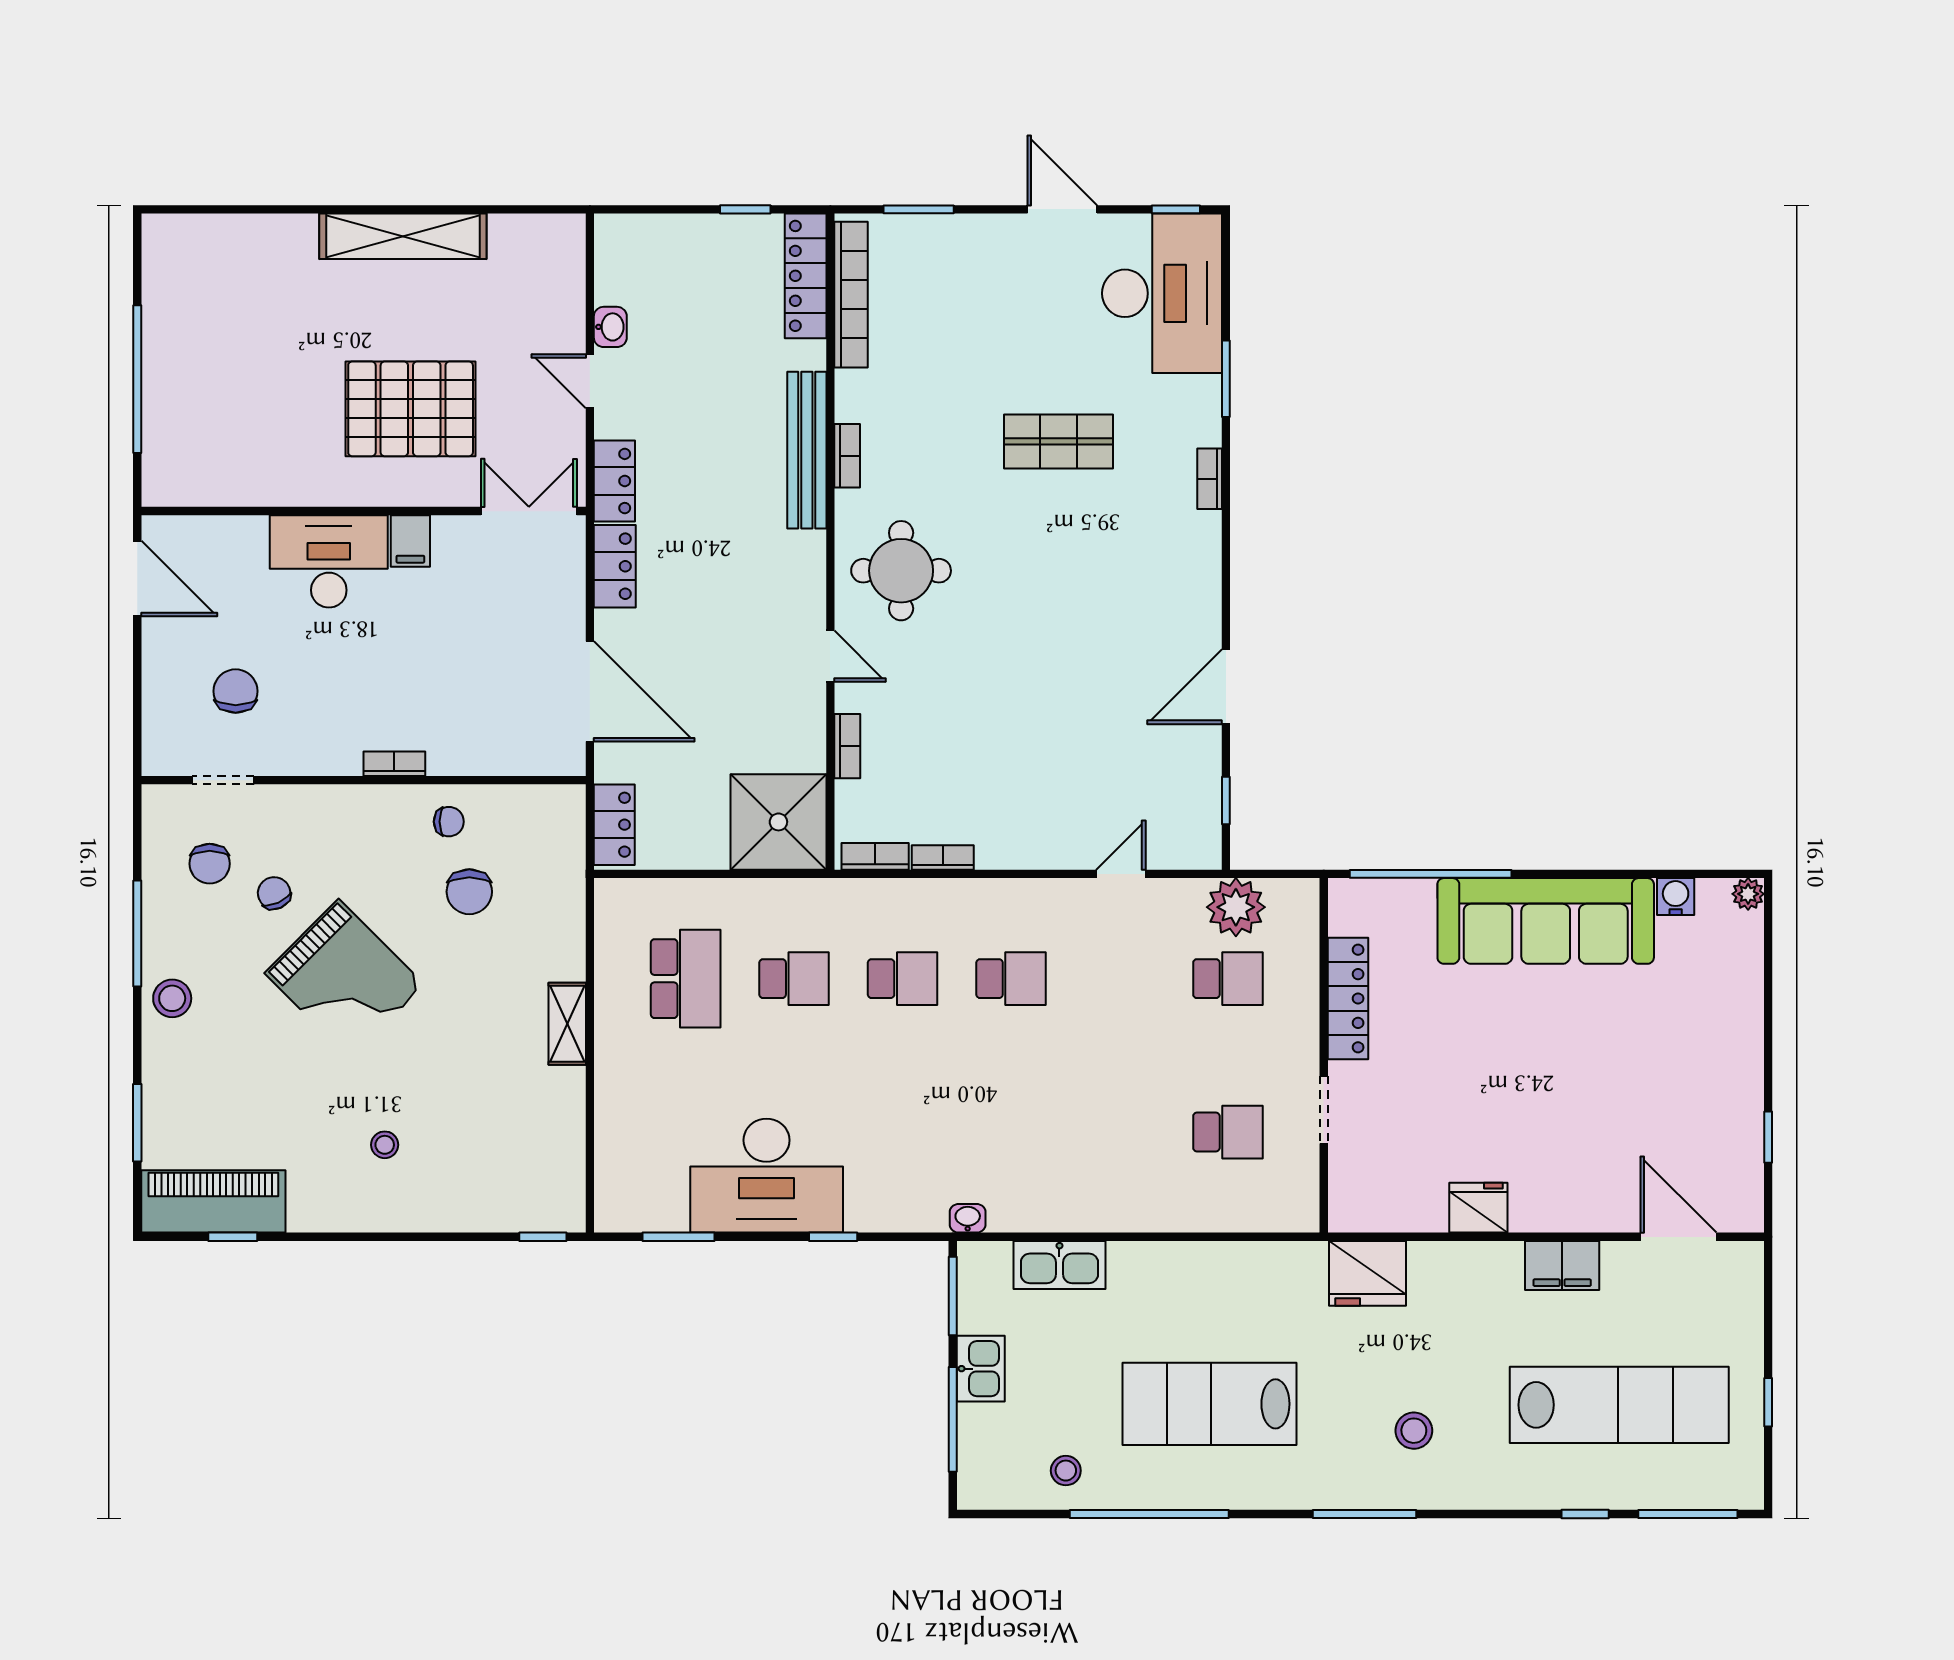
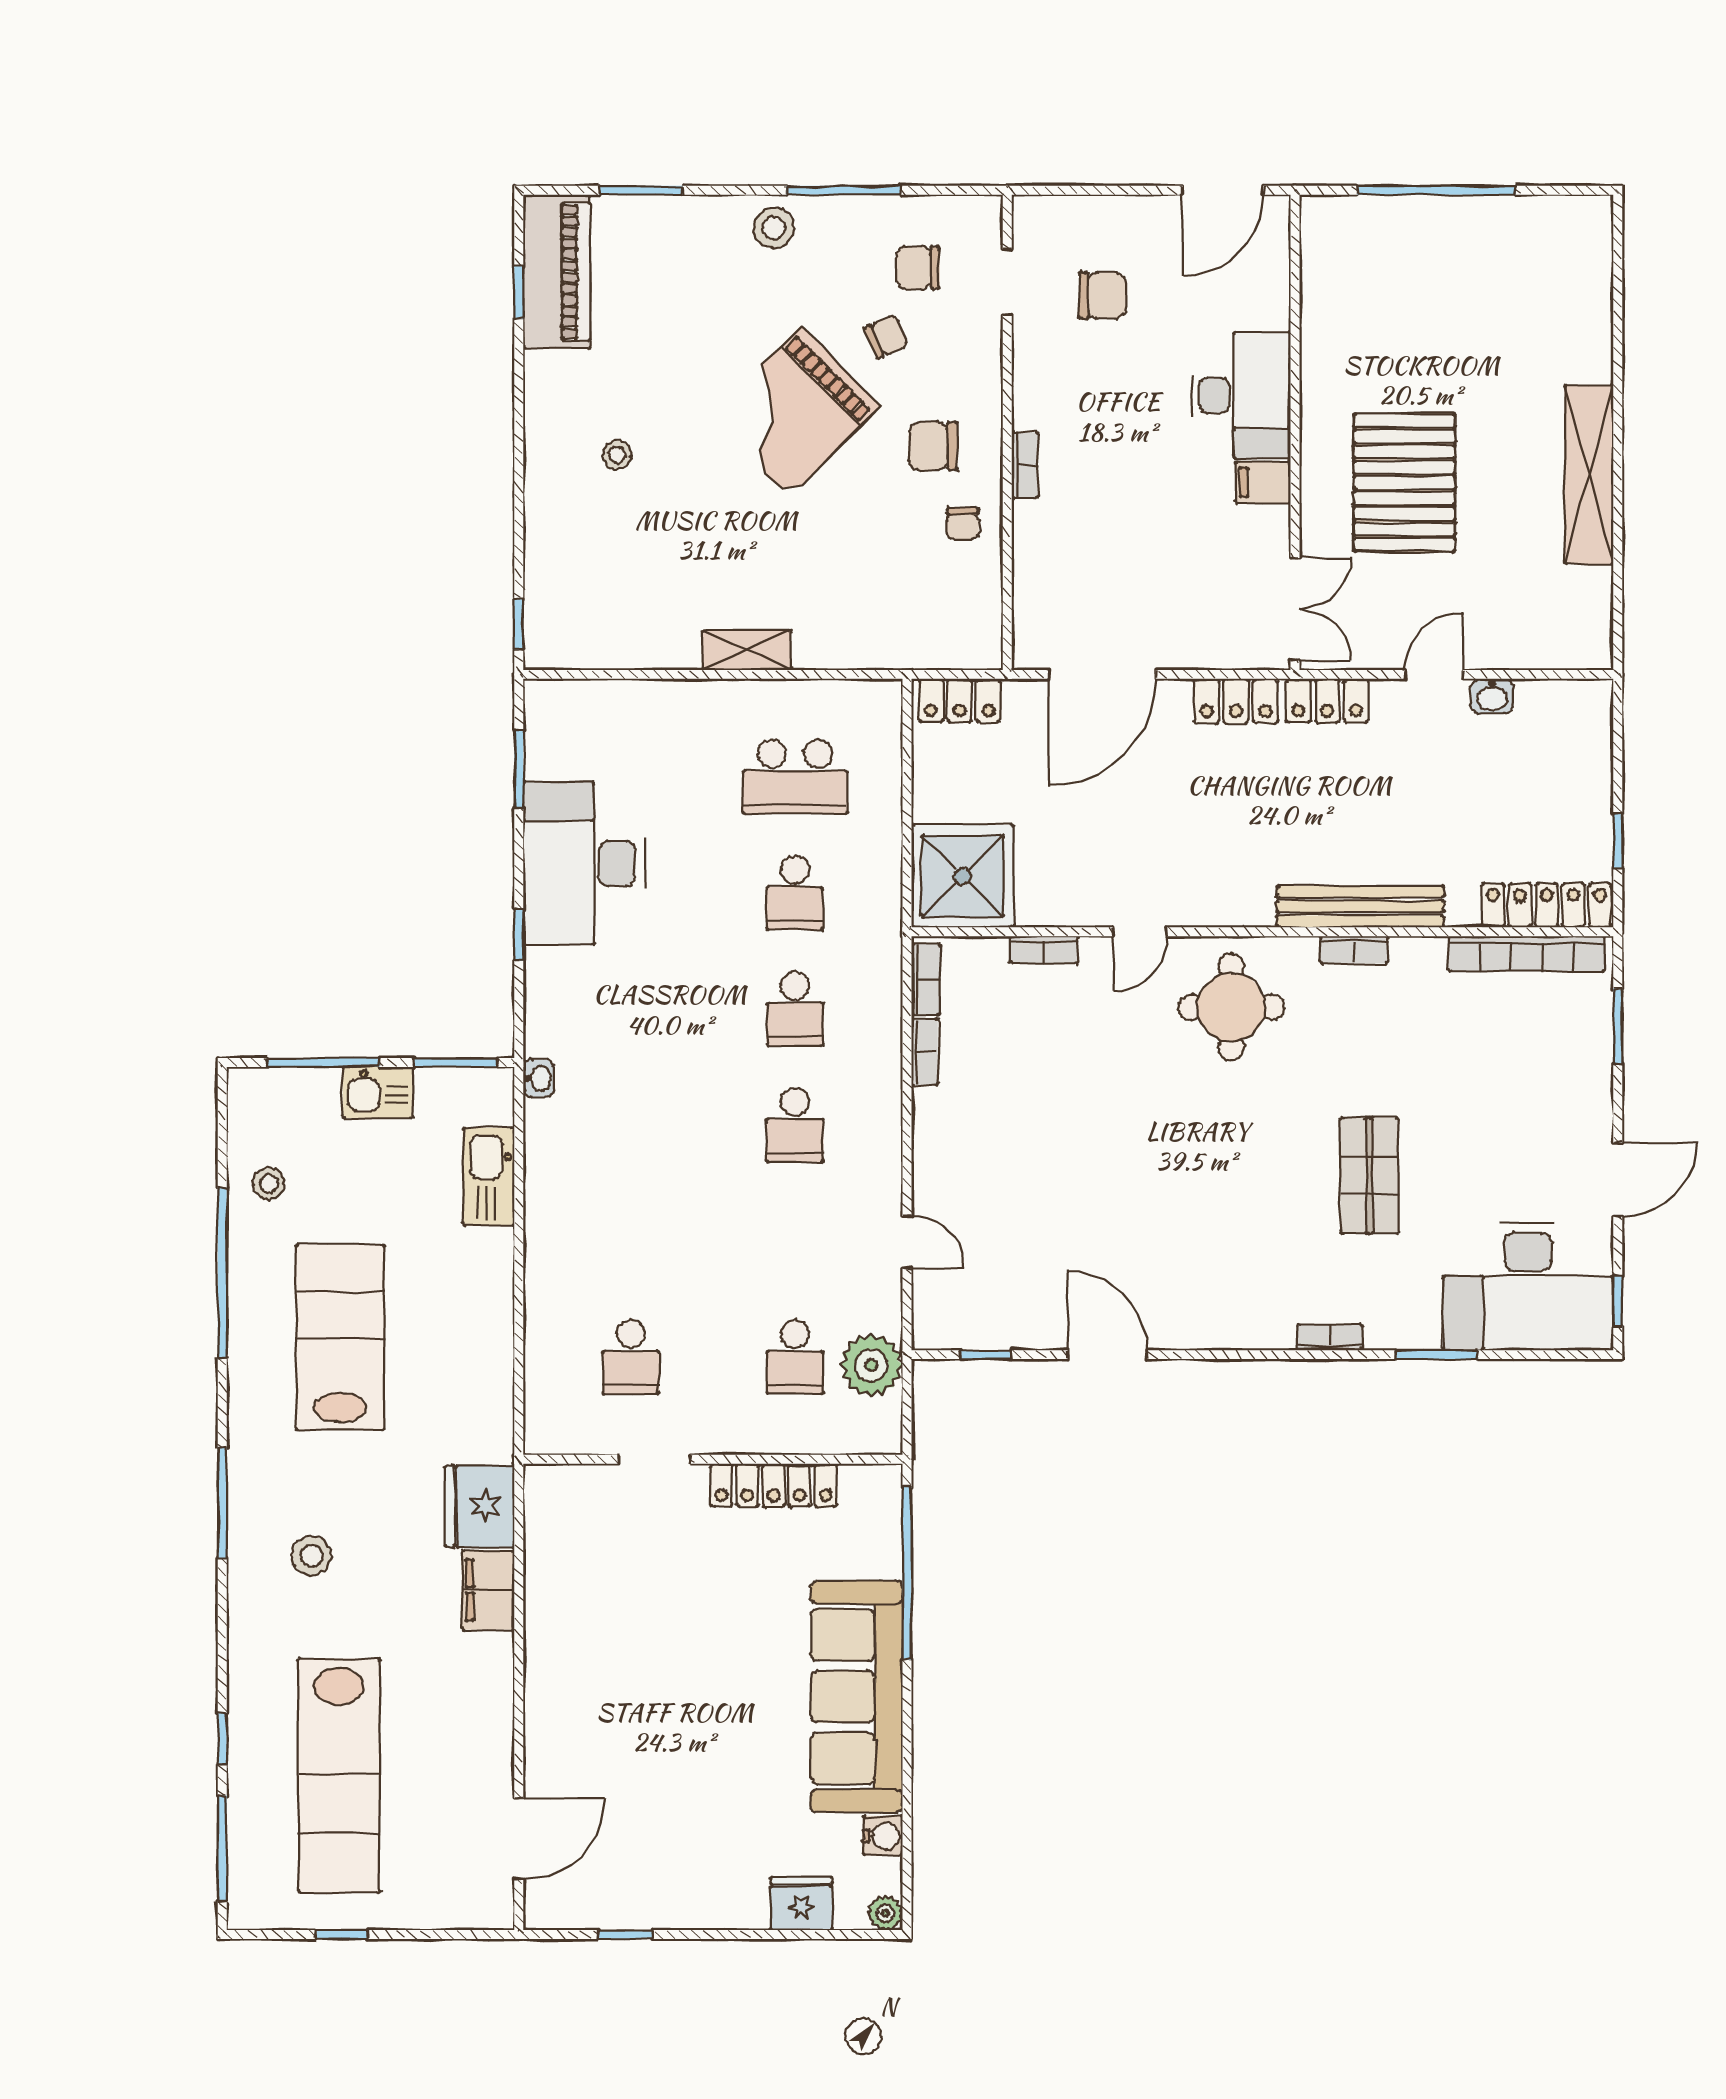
chair: (469, 892) -> (933, 446), moved
fridge: (1478, 1208) -> (801, 1904), moved, turned -90
filing cabinet: (1562, 1265) -> (488, 1590), moved

